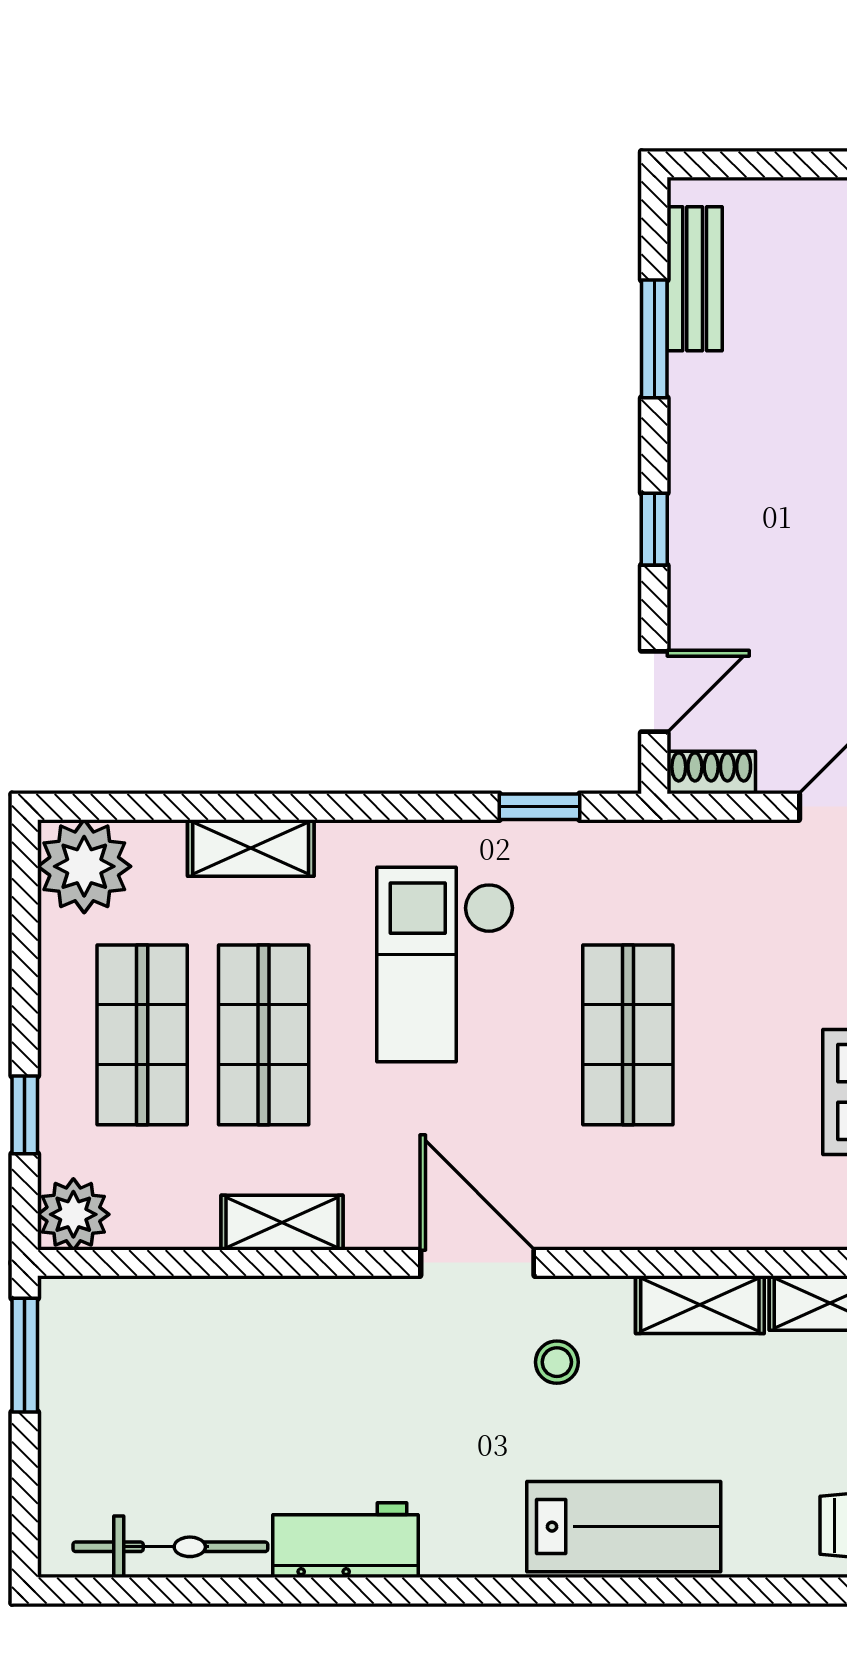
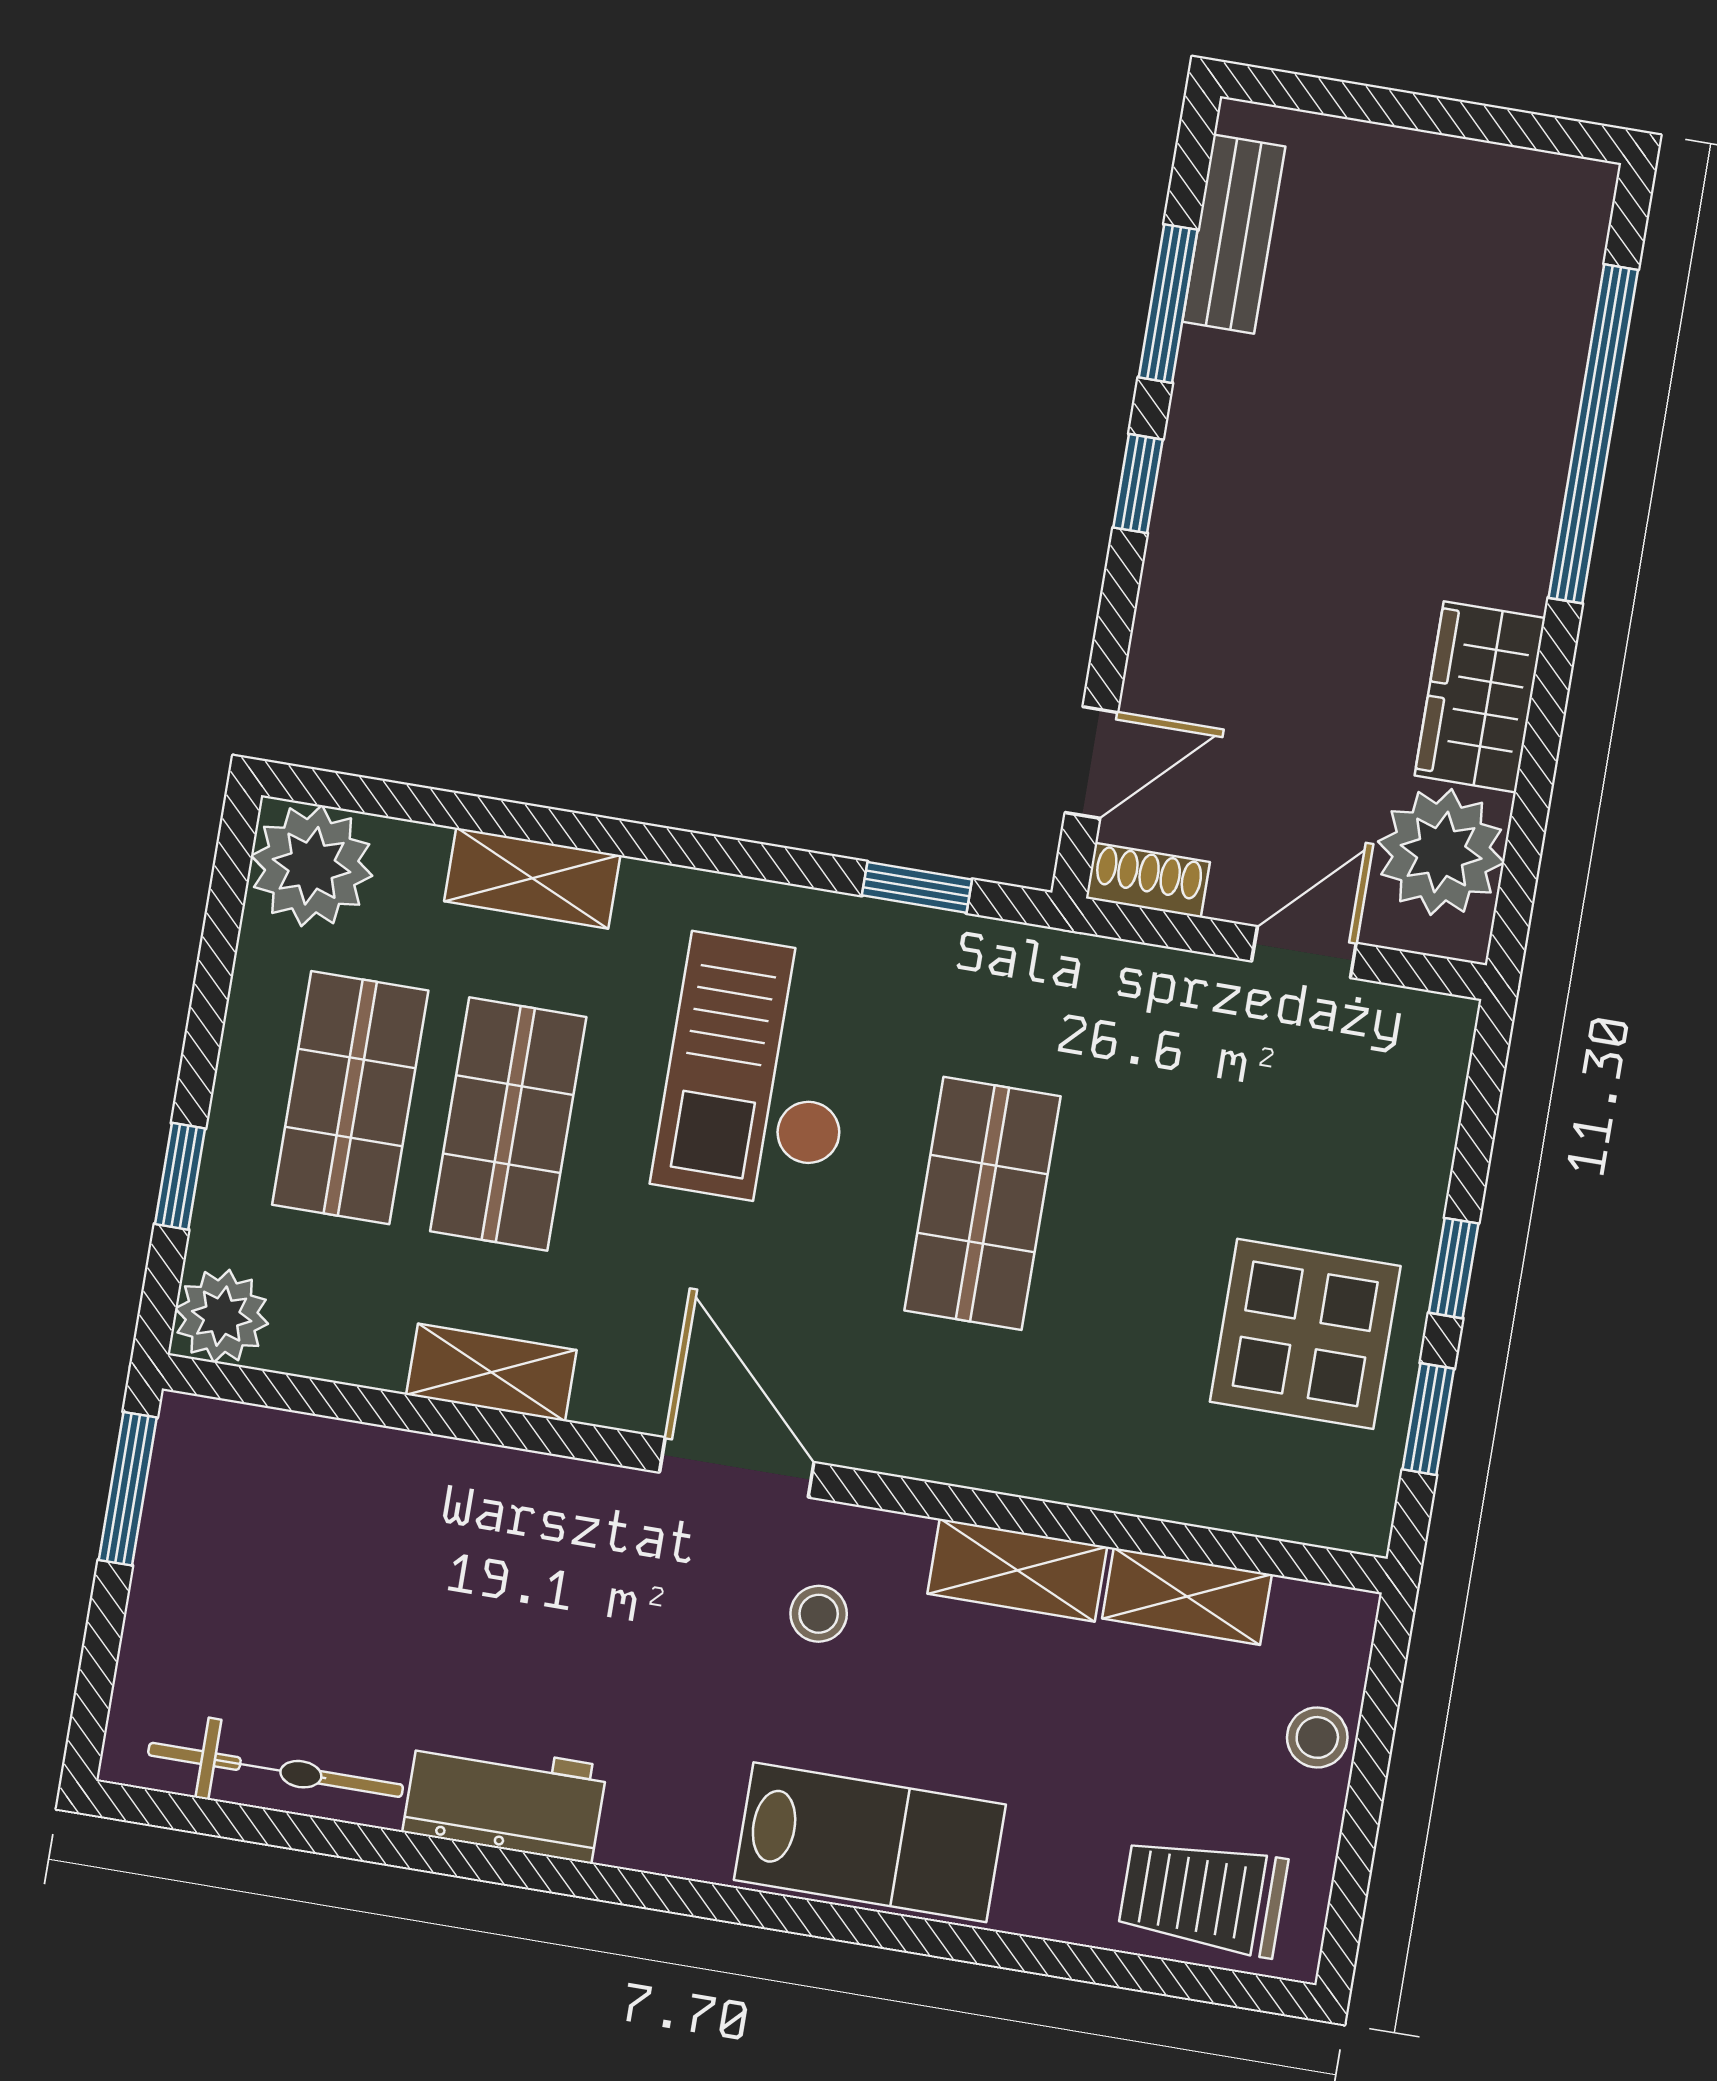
window: (654, 529) -> (1138, 484), moved

